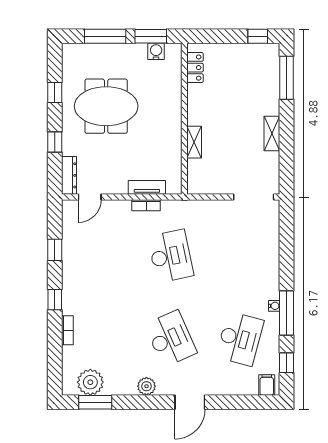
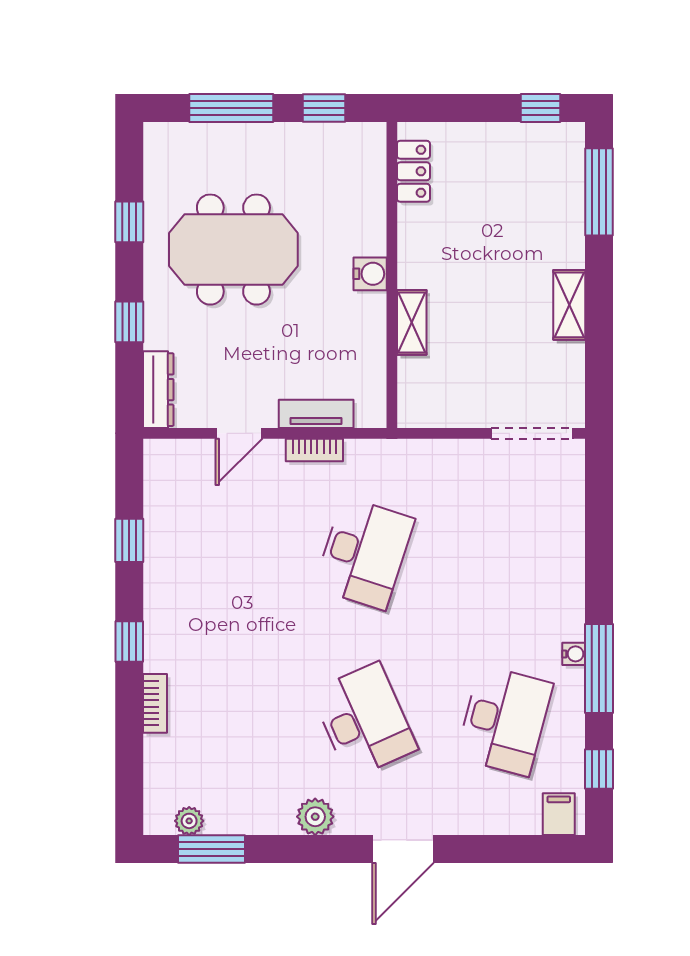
window: (151, 36) -> (324, 108), width x0.67
water cooler: (156, 51) -> (370, 274), moved, turned 90
door: (90, 197) -> (239, 433), moved
desk: (171, 256) -> (364, 553), turned 30
plant: (90, 382) -> (189, 821), width x0.53, depth x0.53

